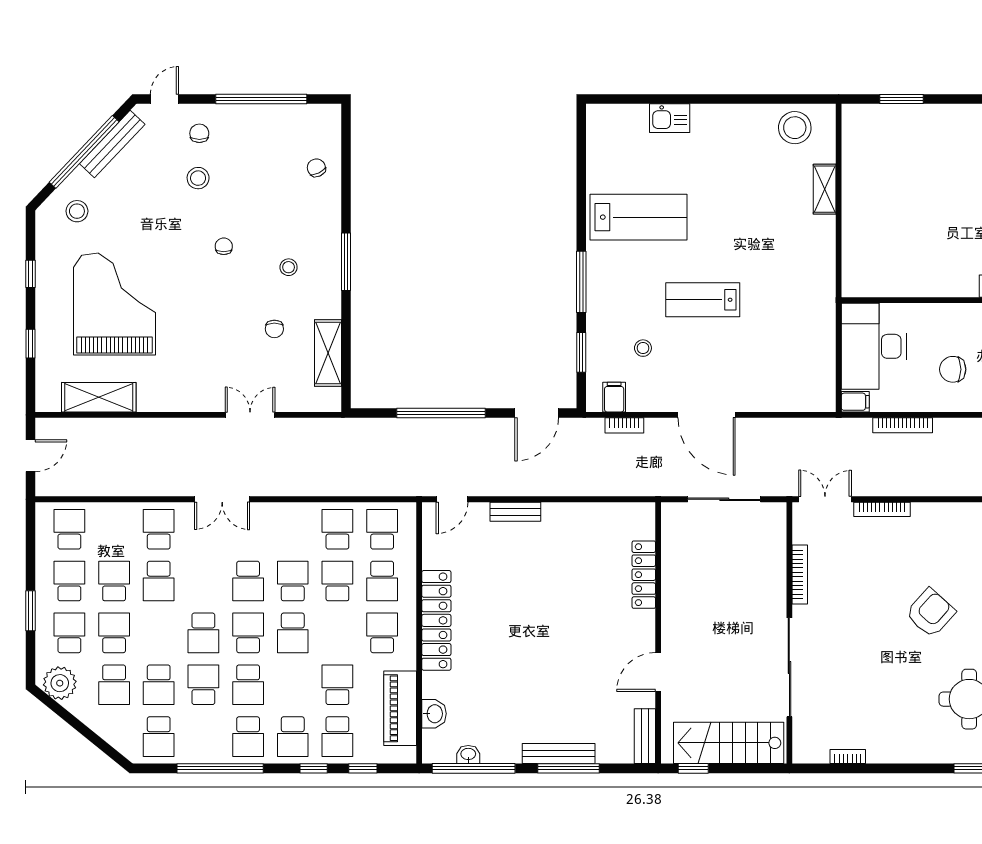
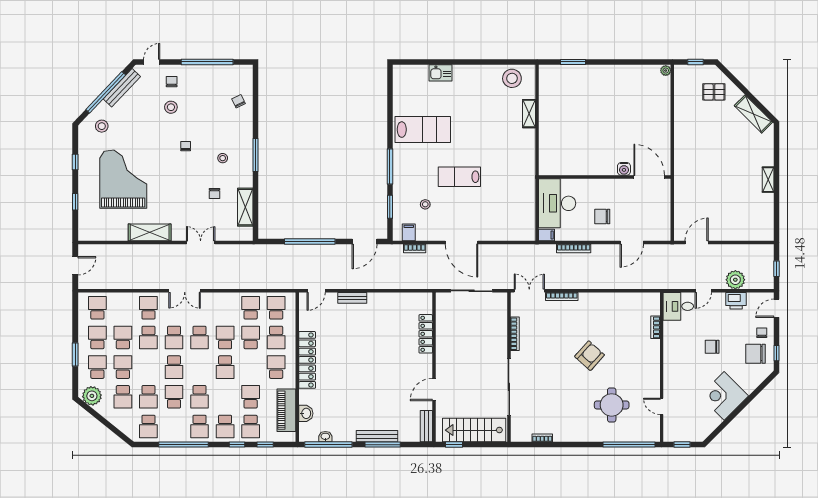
shelving: (99, 397) -> (150, 232), moved
school desk: (248, 633) -> (174, 337), moved, turned 180

